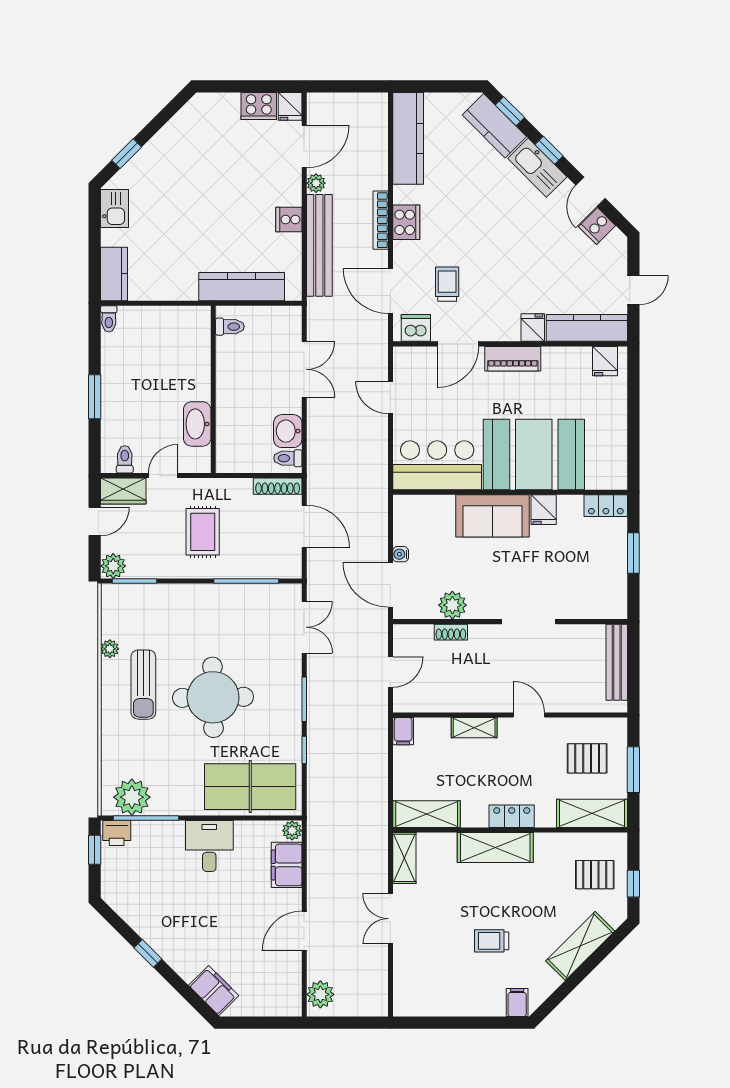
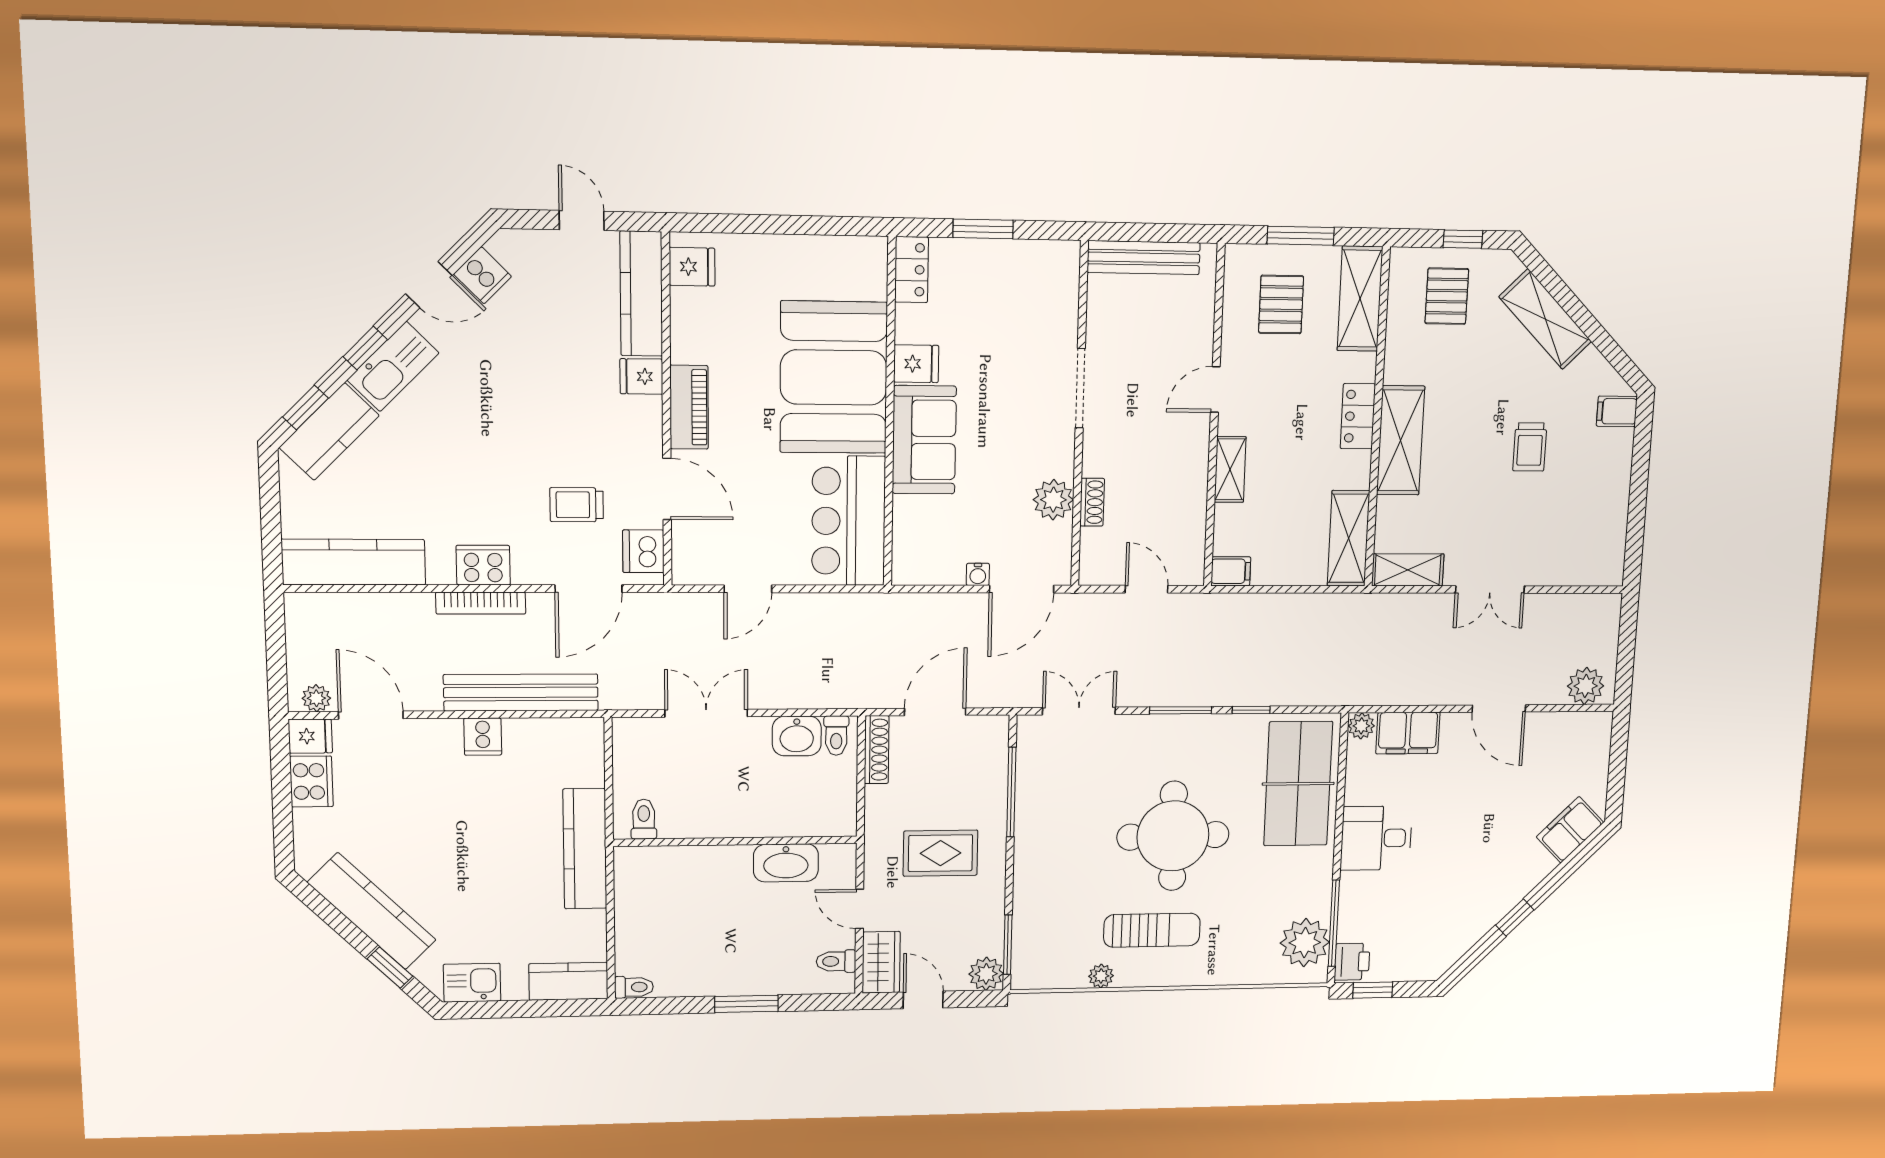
kitchen counter: (167, 143) -> (372, 911), added
plant: (316, 183) -> (316, 698), moved
kitchen counter: (242, 287) -> (585, 849), moved

